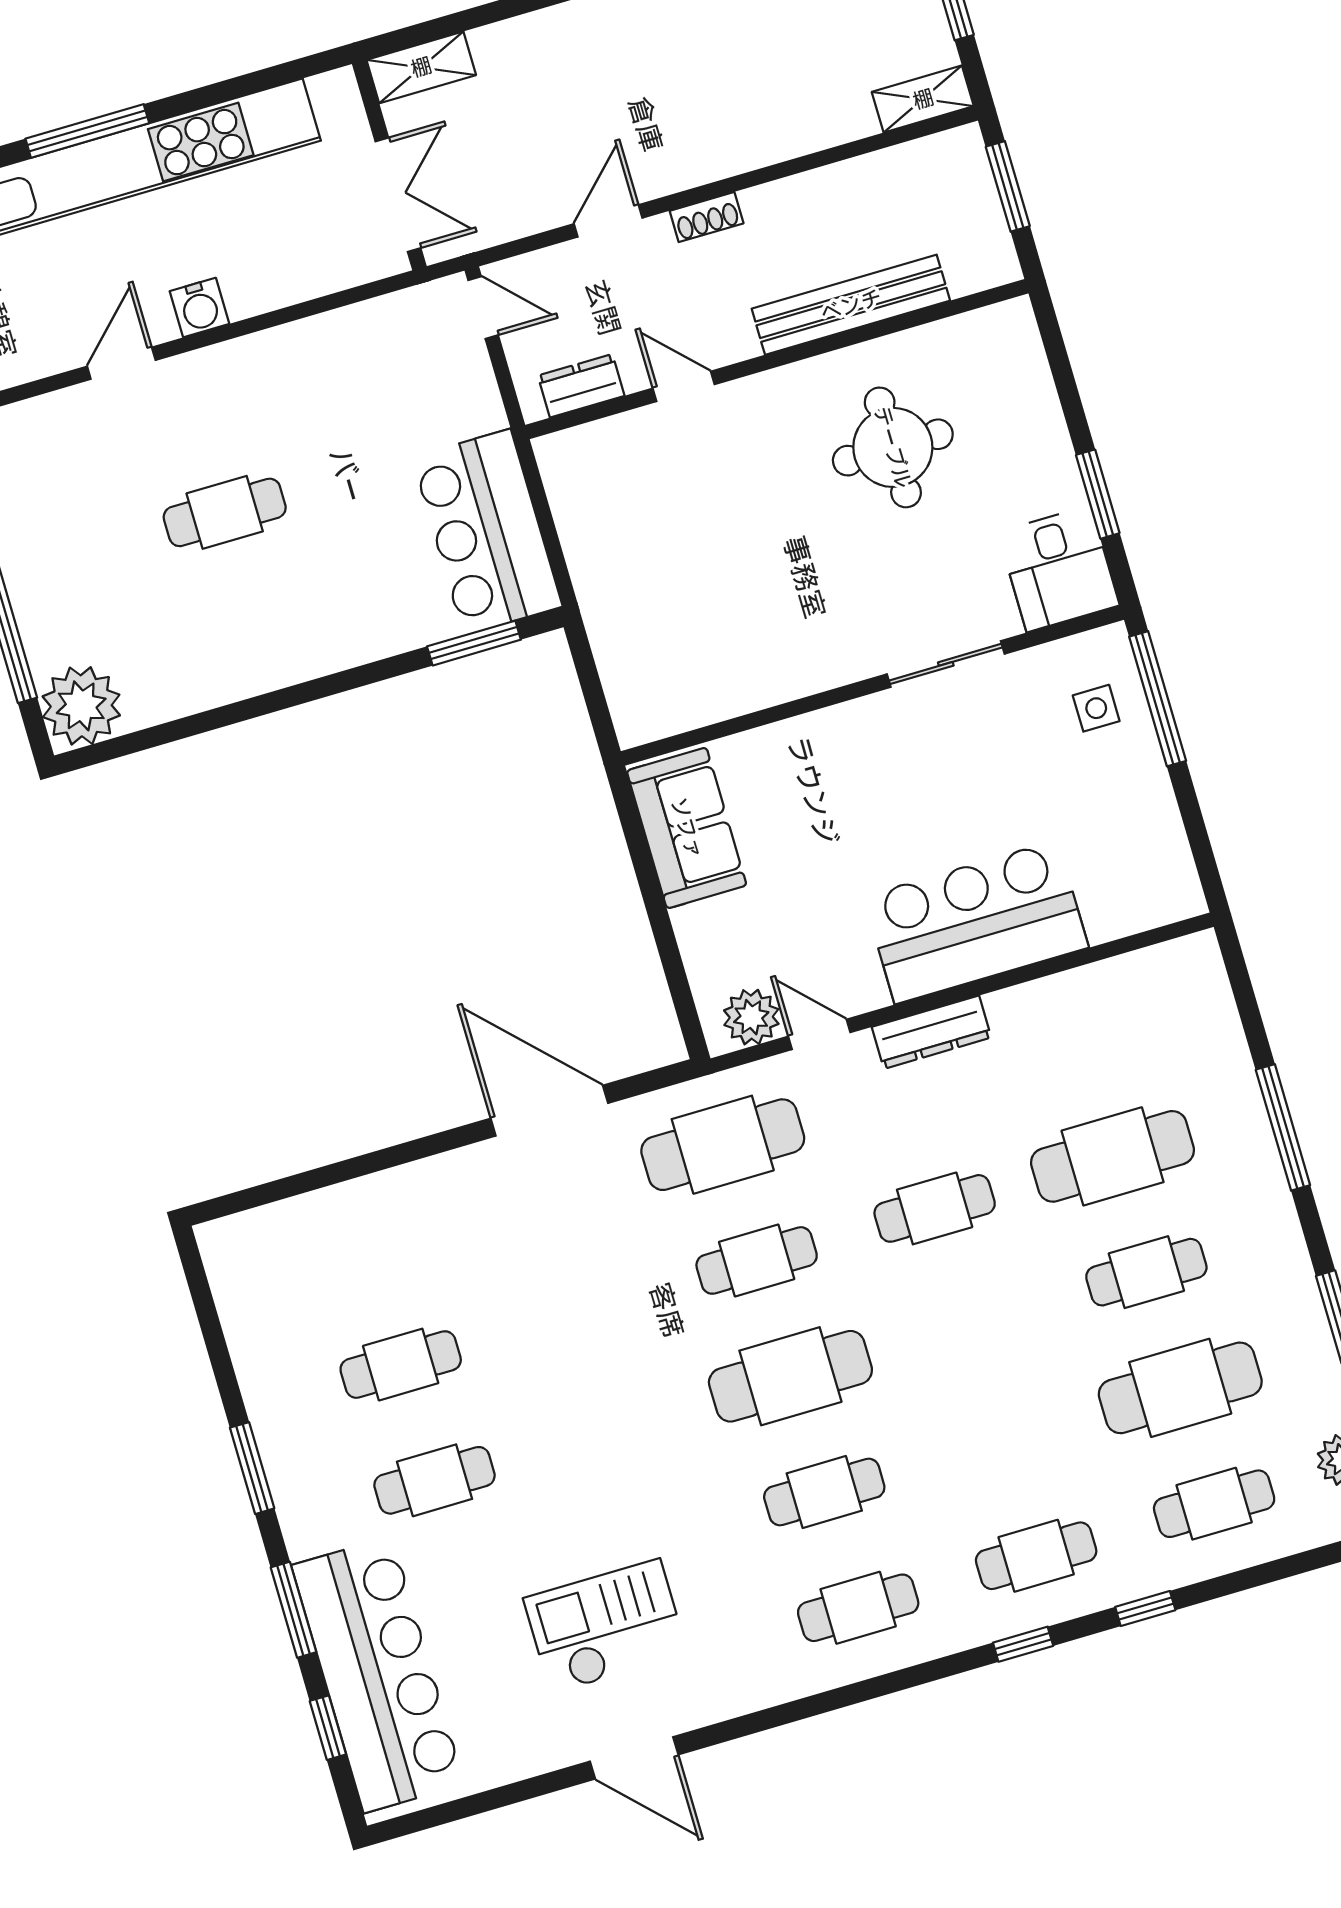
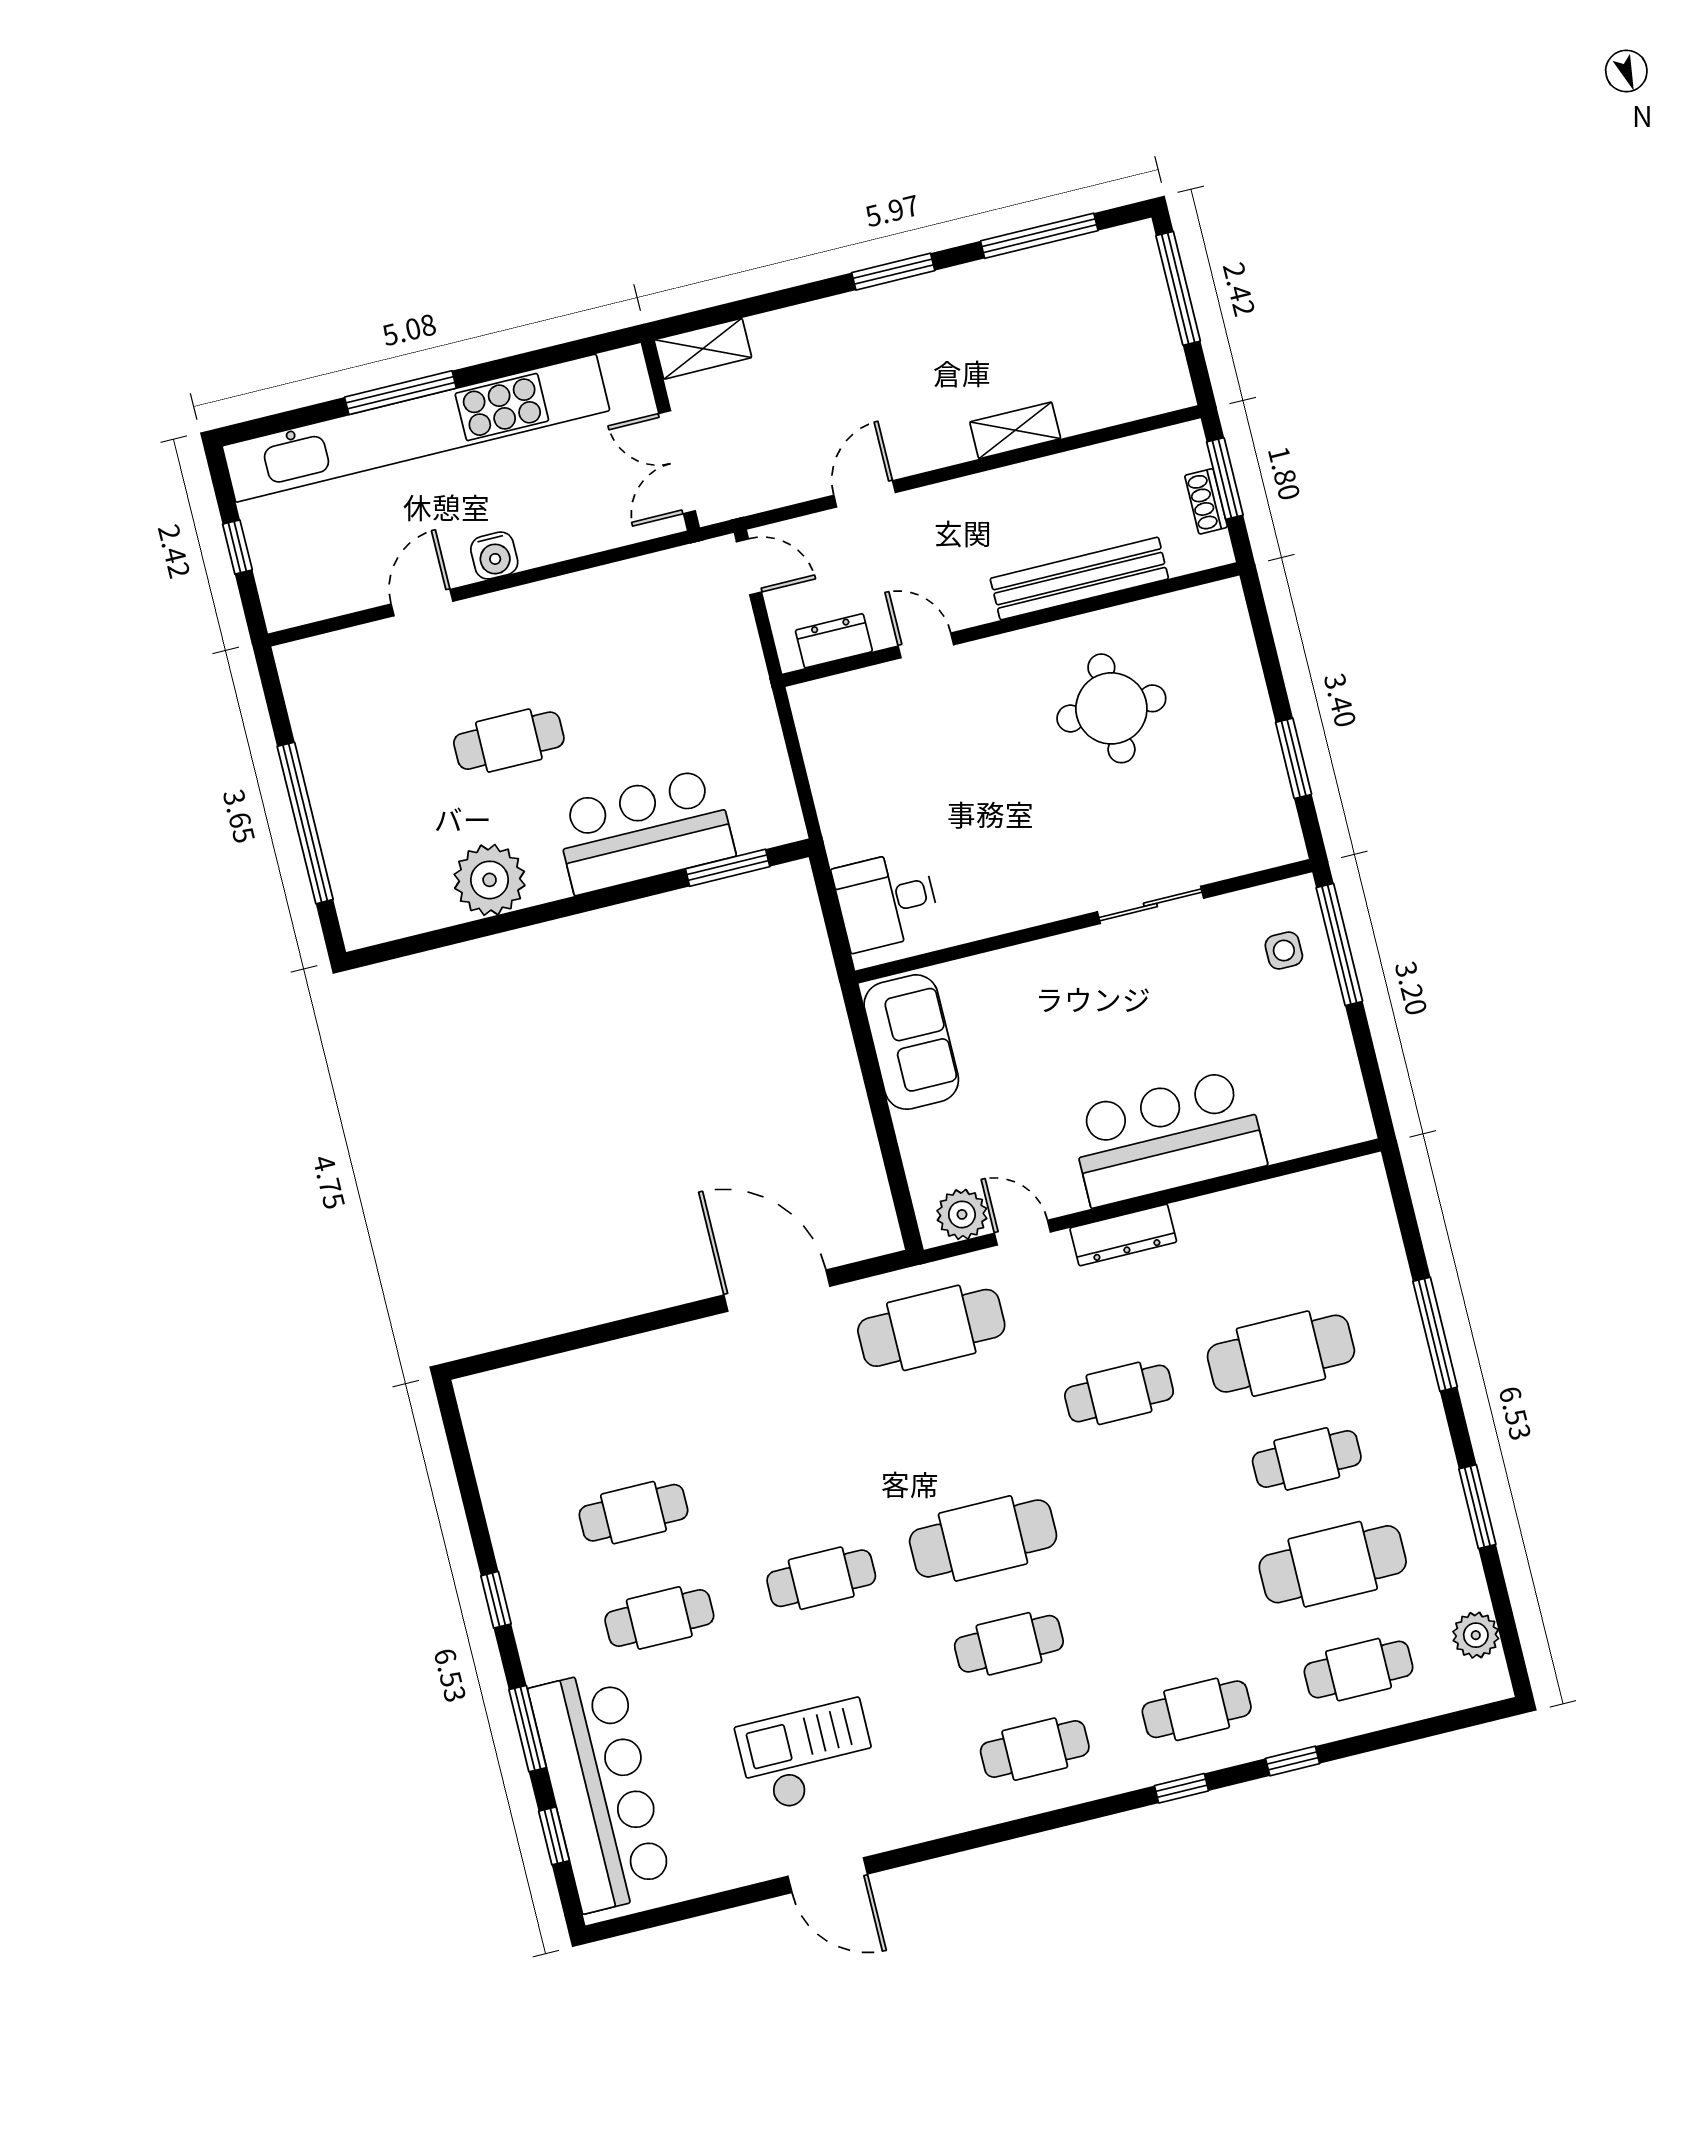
shelving: (923, 99) -> (1015, 430), moved
double door: (398, 195) -> (677, 462), swing flipped
shoe rack: (707, 217) -> (1206, 501), moved, turned 90
bar counter: (487, 532) -> (644, 831), moved, turned 90
desk: (1059, 569) -> (886, 901), moved, turned 90
plant: (81, 706) -> (490, 880), moved
cafe table: (757, 1260) -> (821, 1578), moved
window: (252, 1468) -> (496, 1600), width x0.67

